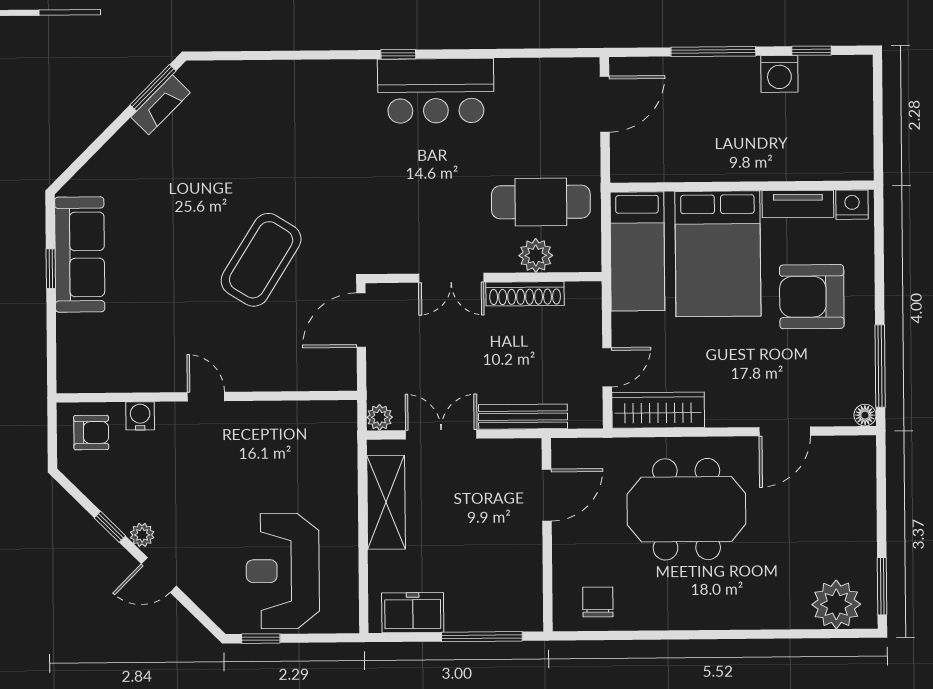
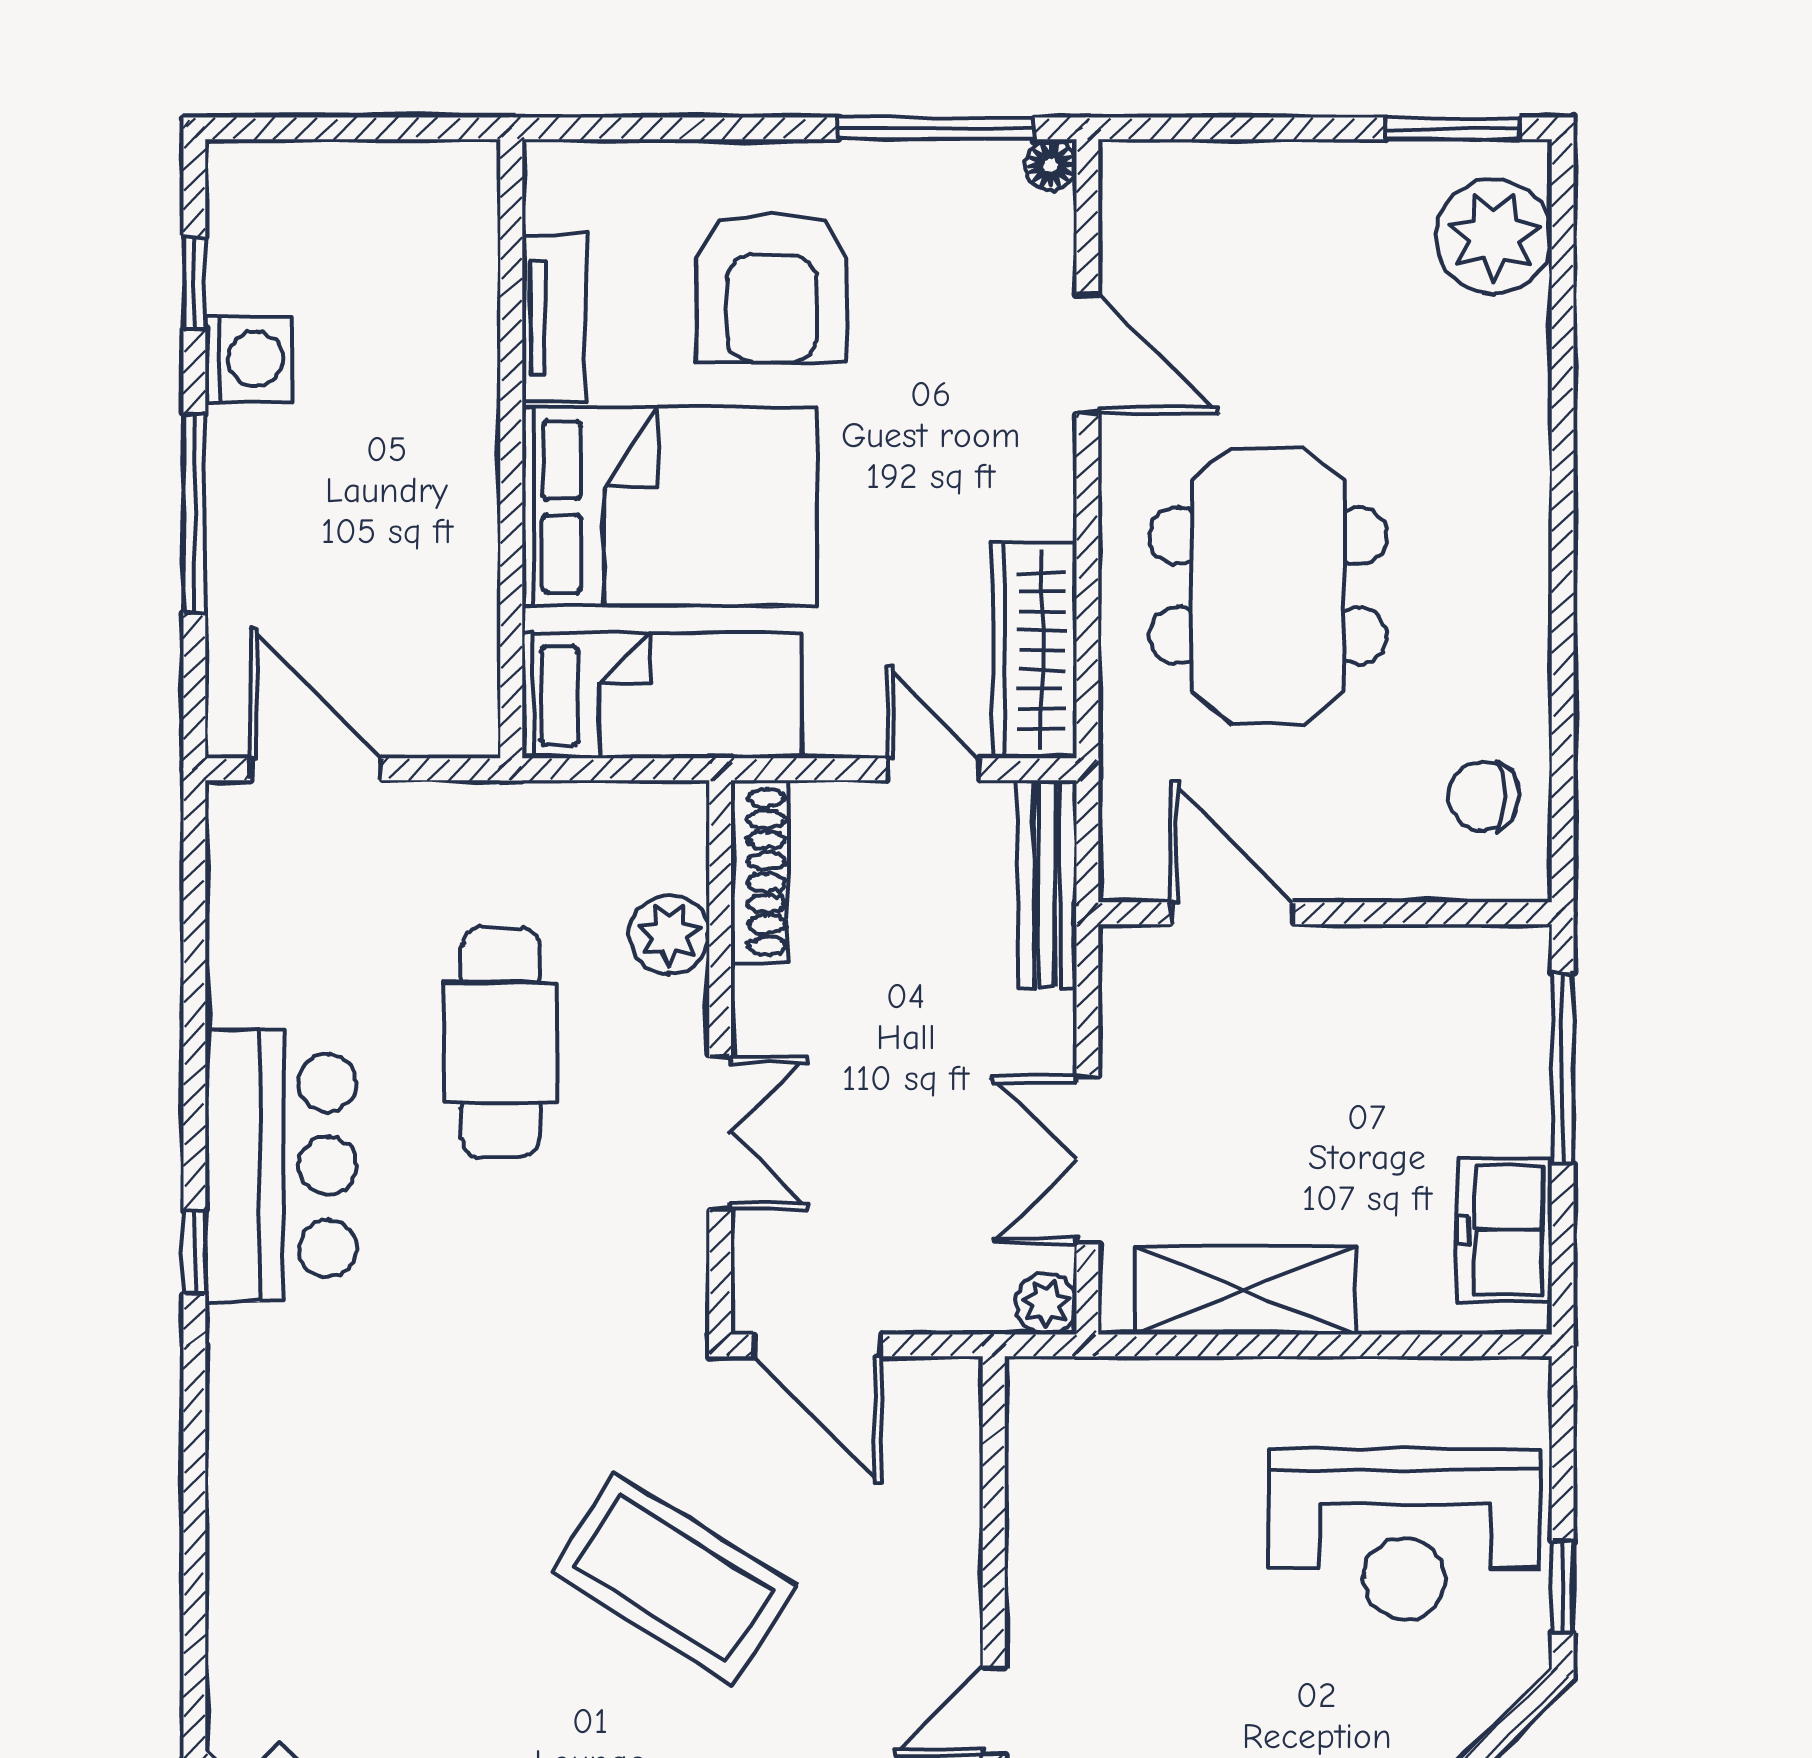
cafe table: (541, 202) -> (501, 1043), moved
nightstand: (852, 205) -> (557, 191), removed
shoe rack: (525, 294) -> (759, 872), moved
bench: (523, 417) -> (1047, 884), moved

